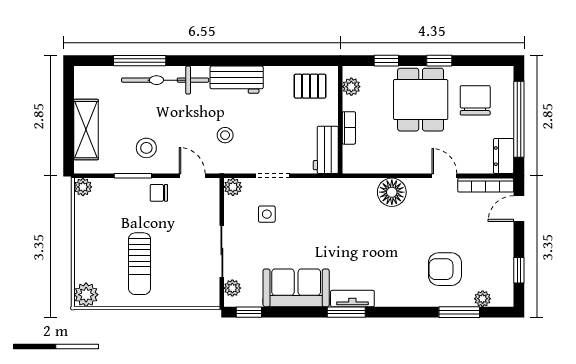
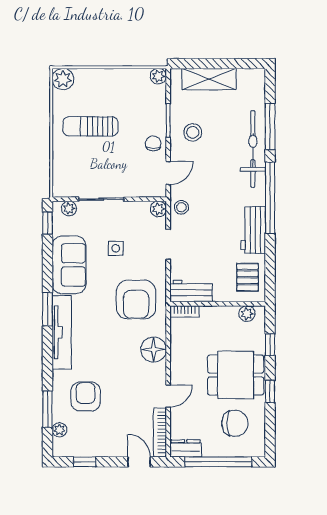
window: (220, 61) -> (270, 198), added
workbench: (237, 80) -> (253, 230), moved
bookcase: (349, 128) -> (184, 312), moved
stool: (225, 135) -> (181, 207), moved
armchair: (335, 212) -> (136, 300), added
side table: (267, 214) -> (116, 248), moved
tv unit: (352, 299) -> (62, 332), width x1.92, depth x1.29

